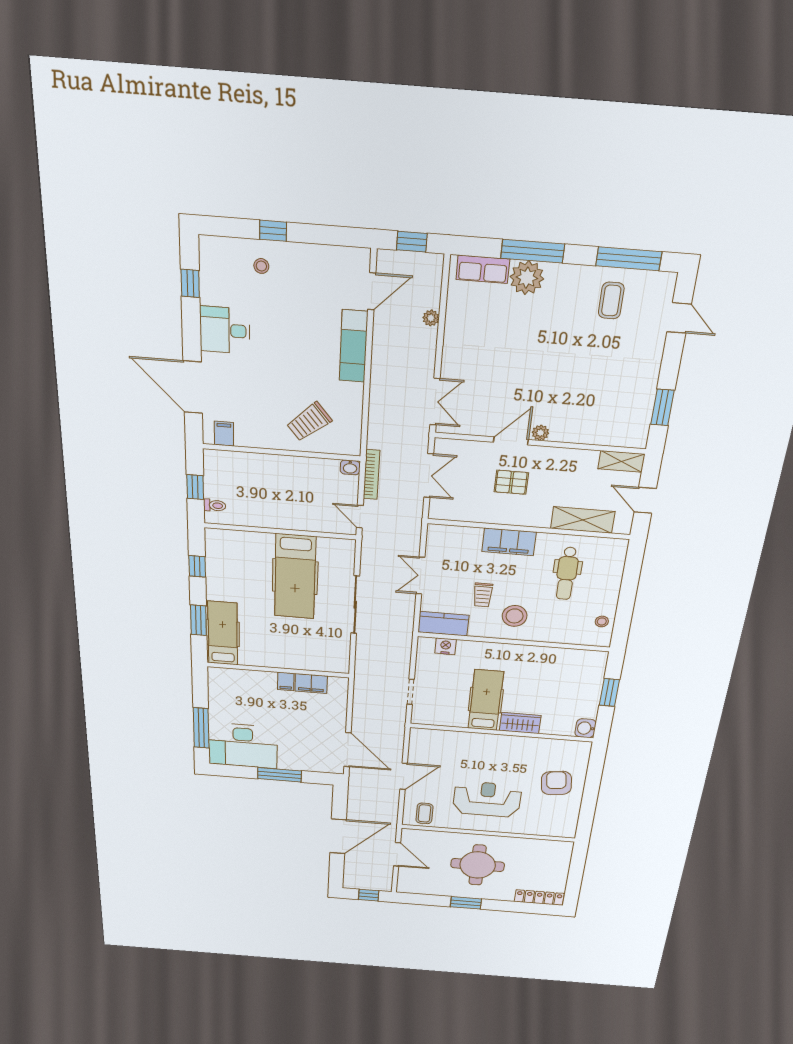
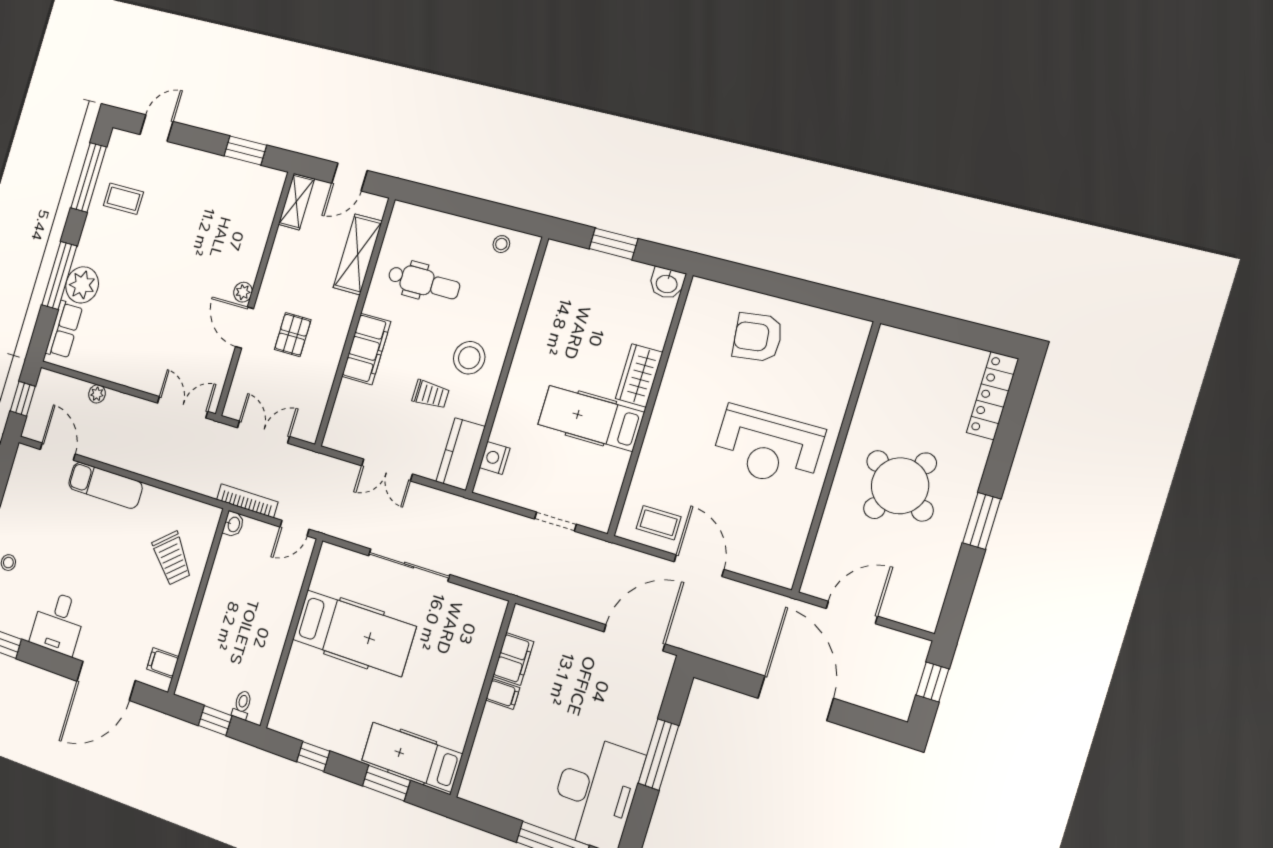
reception desk: (487, 799) -> (768, 447), turned -90
coffee table: (424, 813) -> (659, 523), moved
round table: (478, 865) -> (900, 486), turned 32

